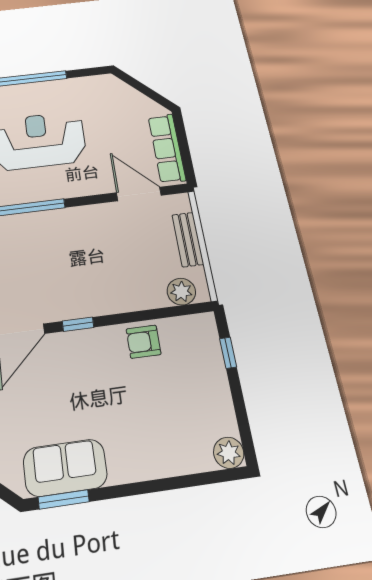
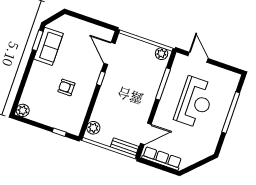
bench: (188, 239) -> (125, 147), moved
armchair: (143, 342) -> (66, 87), moved, turned -90

